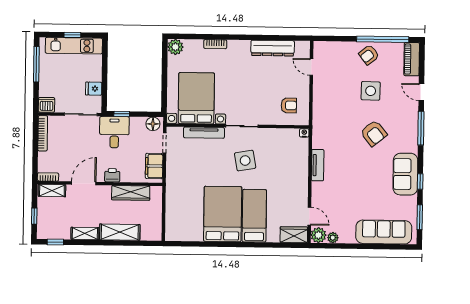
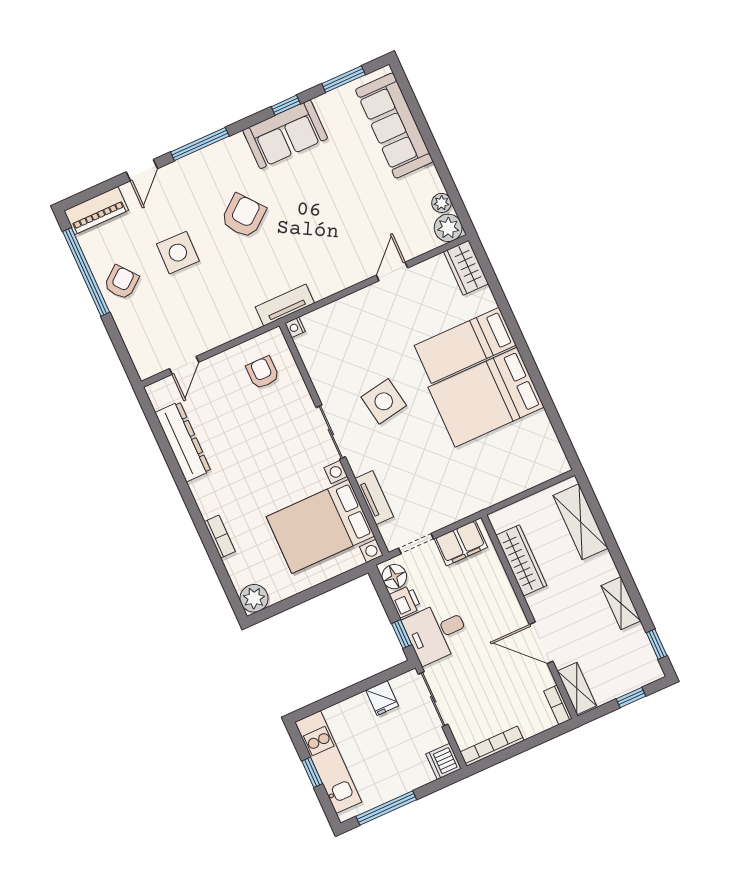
armchair: (369, 55) -> (121, 282), turned -91
tv unit: (204, 133) -> (374, 498), width x0.71
tv unit: (318, 165) -> (285, 305), moved
printer: (112, 175) -> (405, 602), moved, turned 180
door: (309, 216) -> (392, 272), moved
shelving: (120, 232) -> (580, 522), moved

